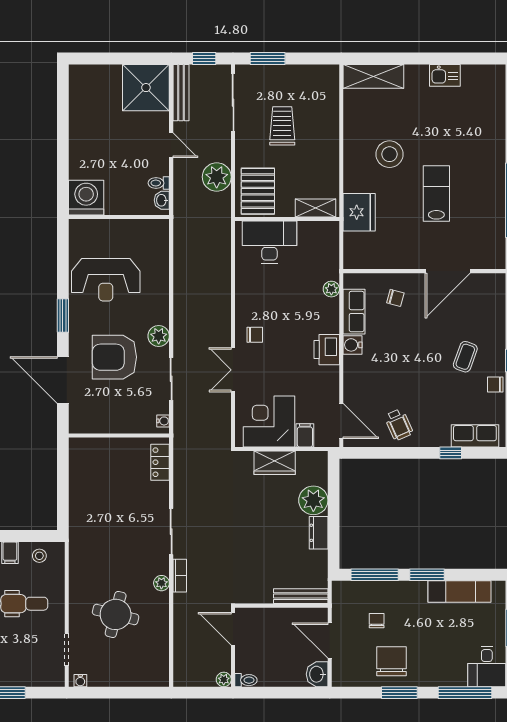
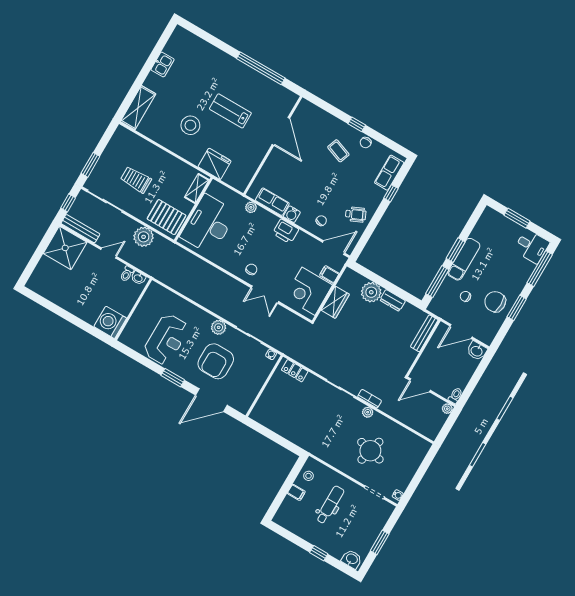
desk: (269, 242) -> (208, 224), width x1.36, depth x1.30
chair: (395, 298) -> (321, 221), moved
exam couch: (460, 591) -> (464, 259), moved

